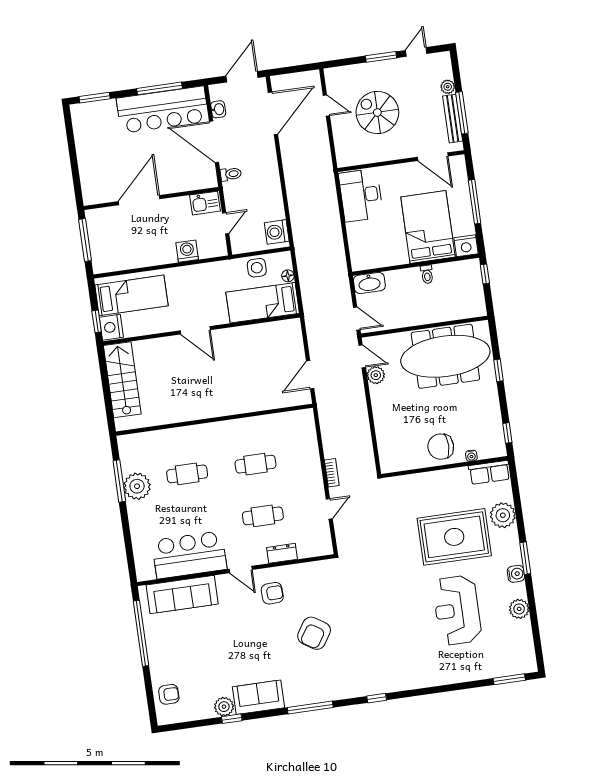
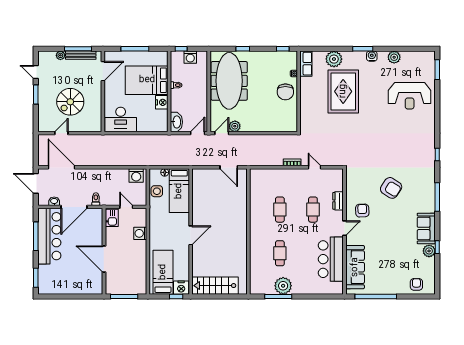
nightstand: (466, 246) -> (162, 102), moved
washing machine: (474, 290) -> (190, 57), added
reception desk: (457, 610) -> (410, 96), moved

